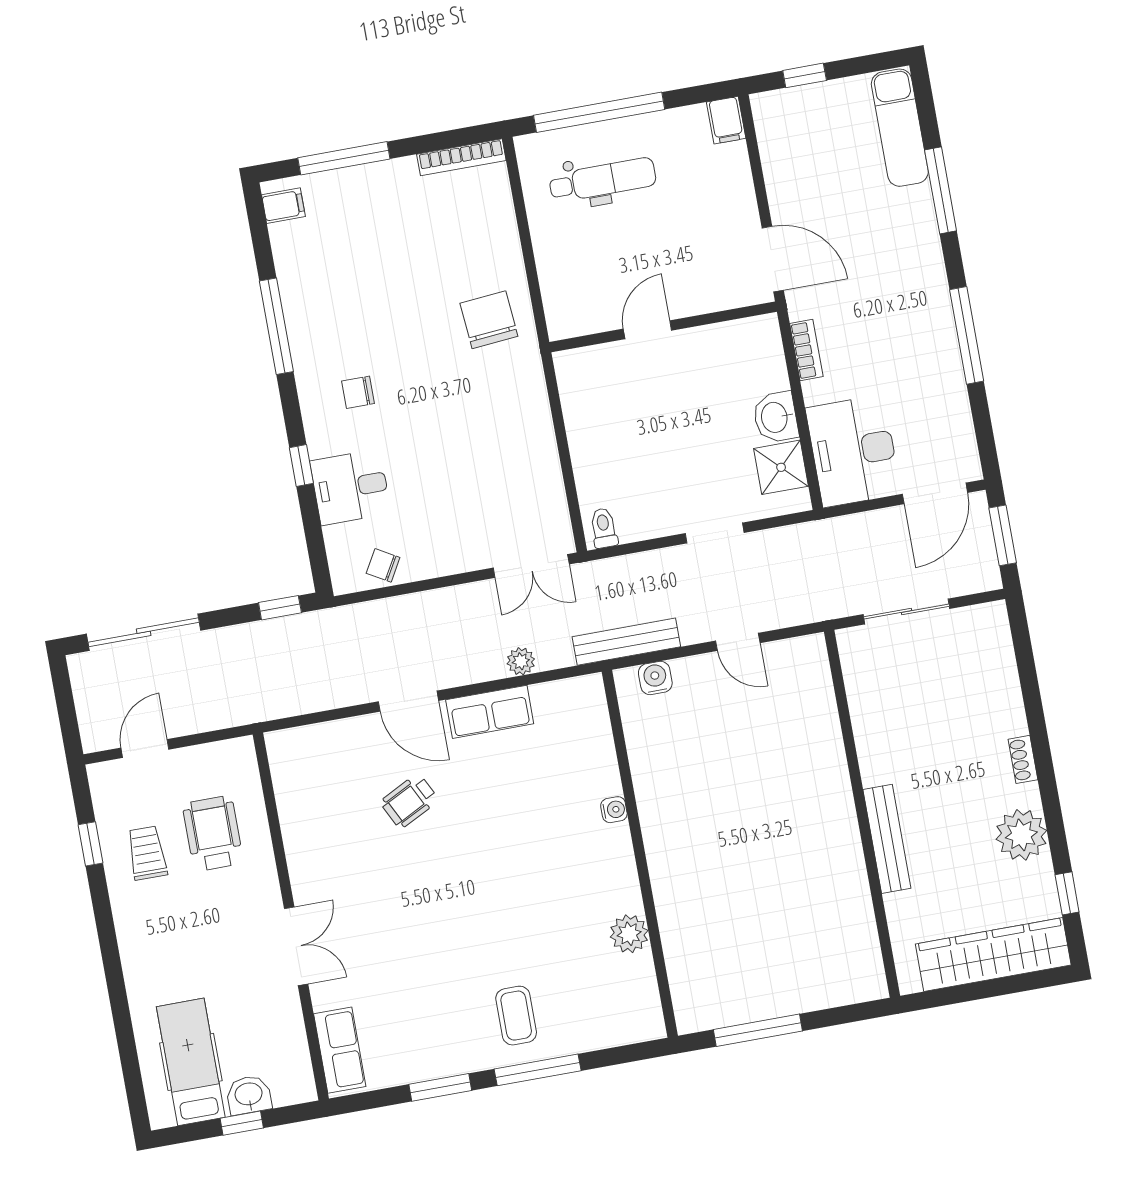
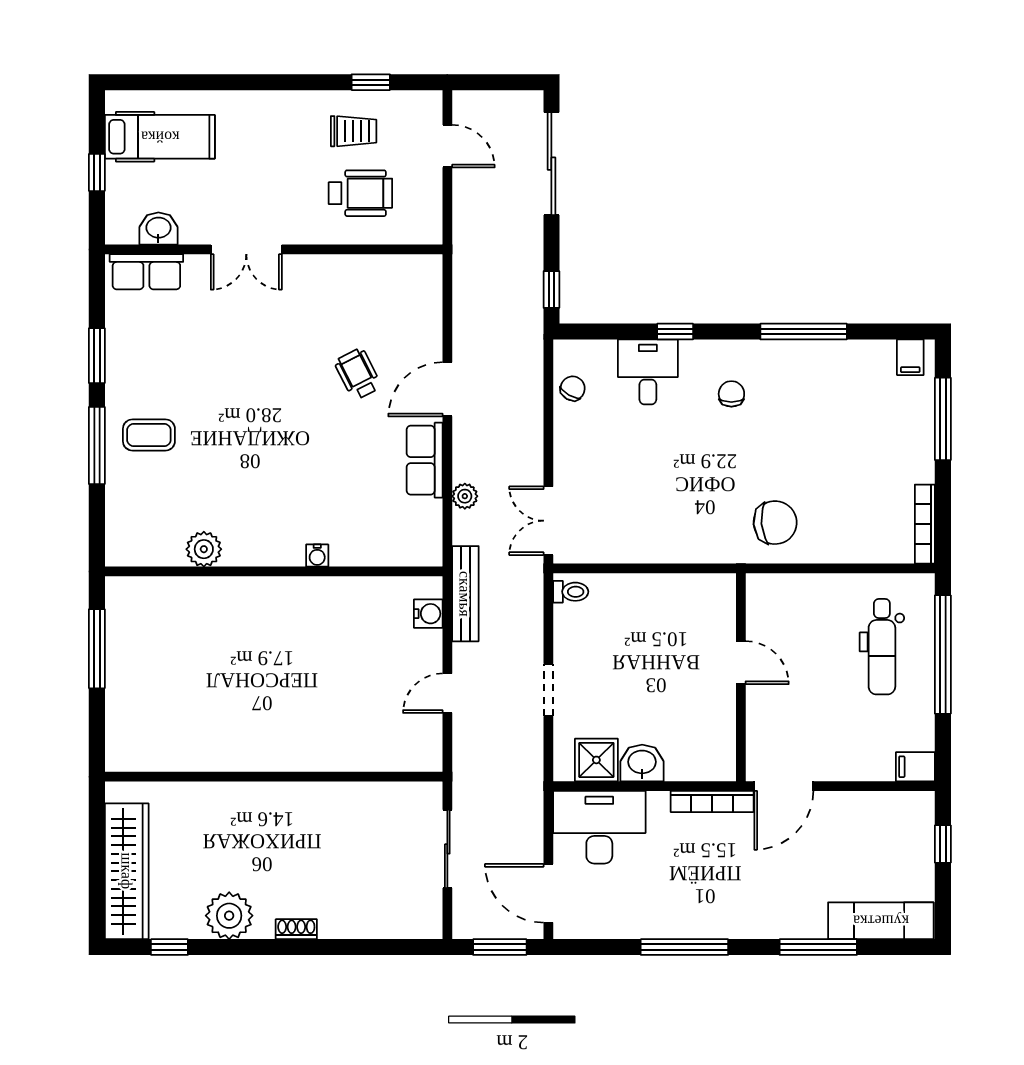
bookcase: (806, 350) -> (712, 801), width x1.56
bench: (887, 839) -> (247, 795), removed
washbasin: (249, 1095) -> (158, 229), moved, turned -90

